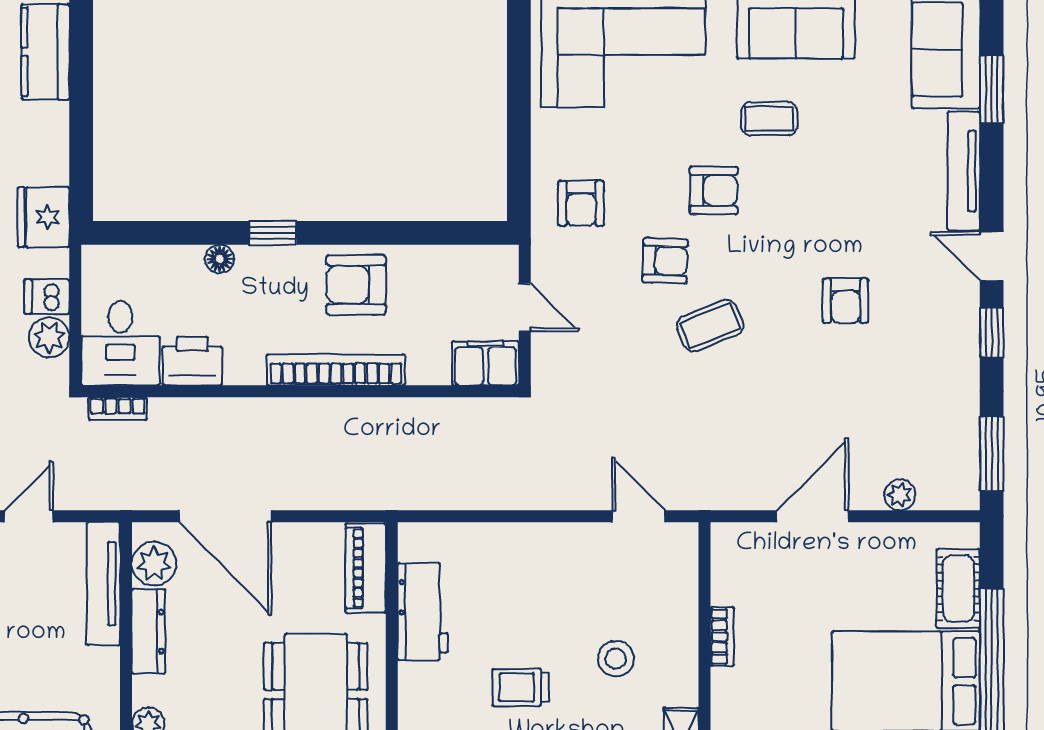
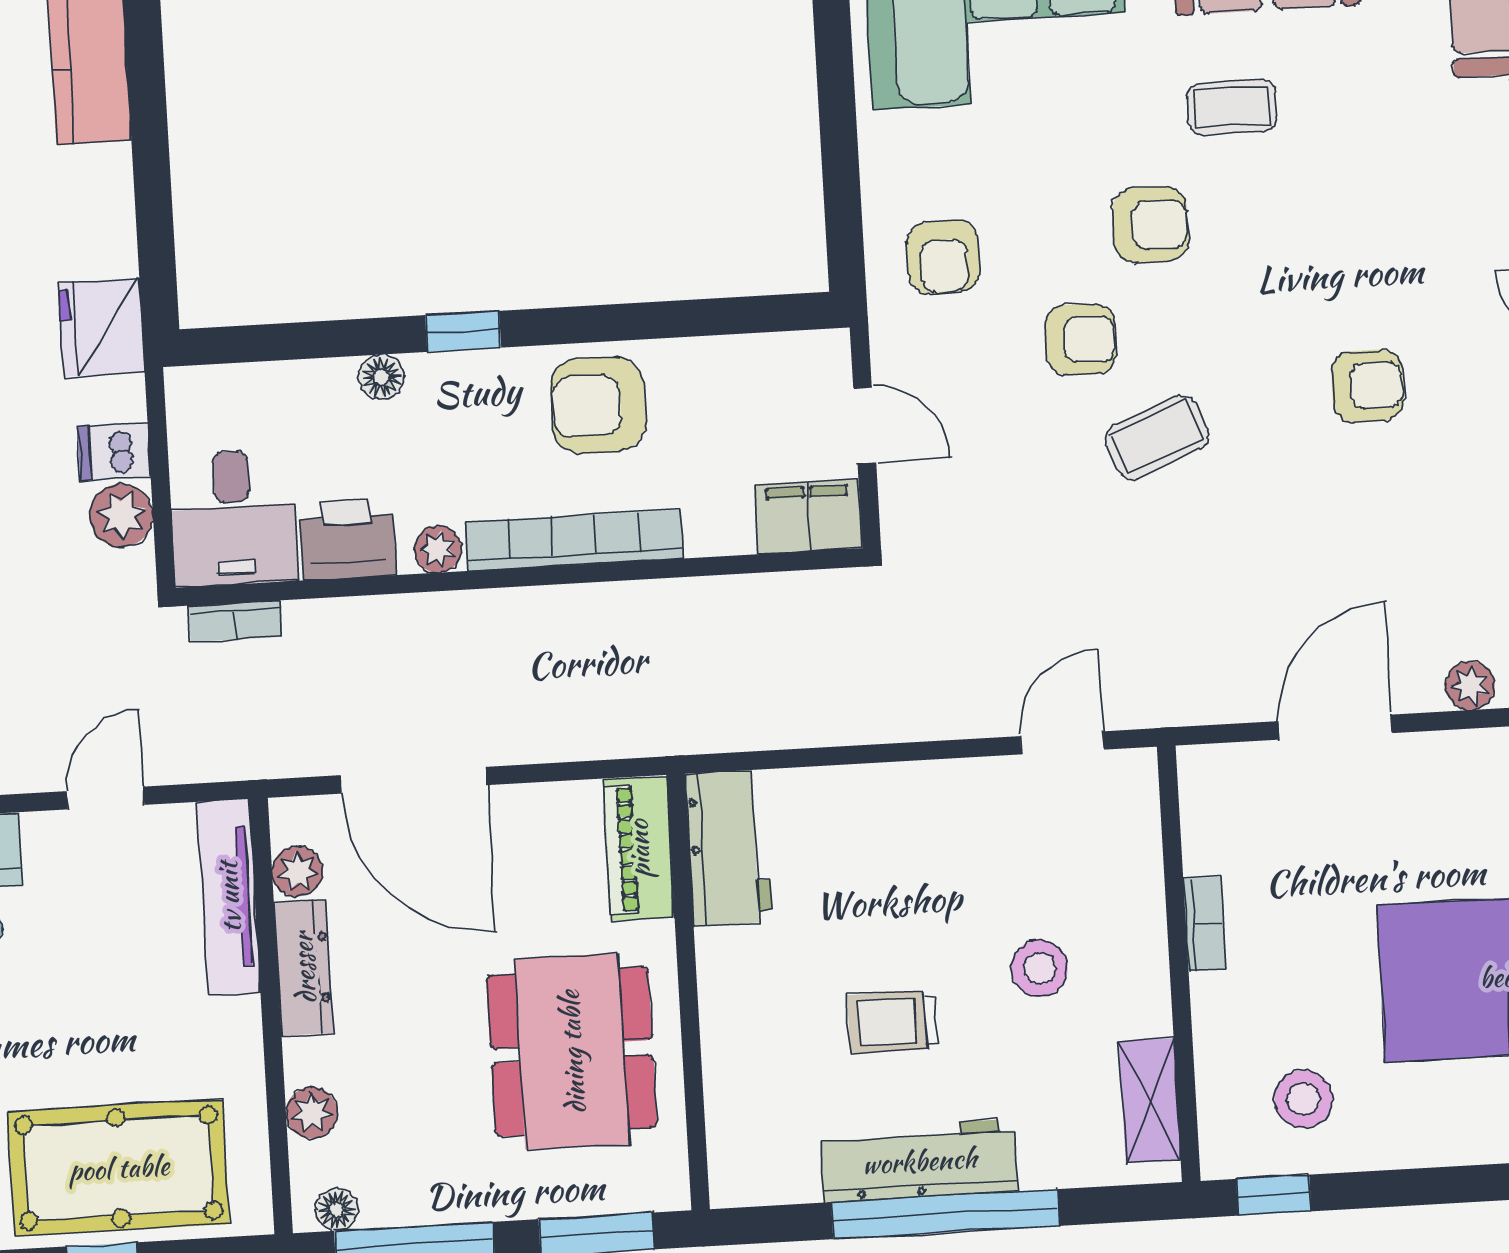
armchair: (846, 301) -> (1368, 386), turned -90
plant: (249, 370) -> (438, 549), added
door: (638, 516) -> (1062, 743), hinge flipped
plant: (154, 564) -> (297, 871), width x0.73, depth x0.73
workbench: (423, 612) -> (729, 848), moved

